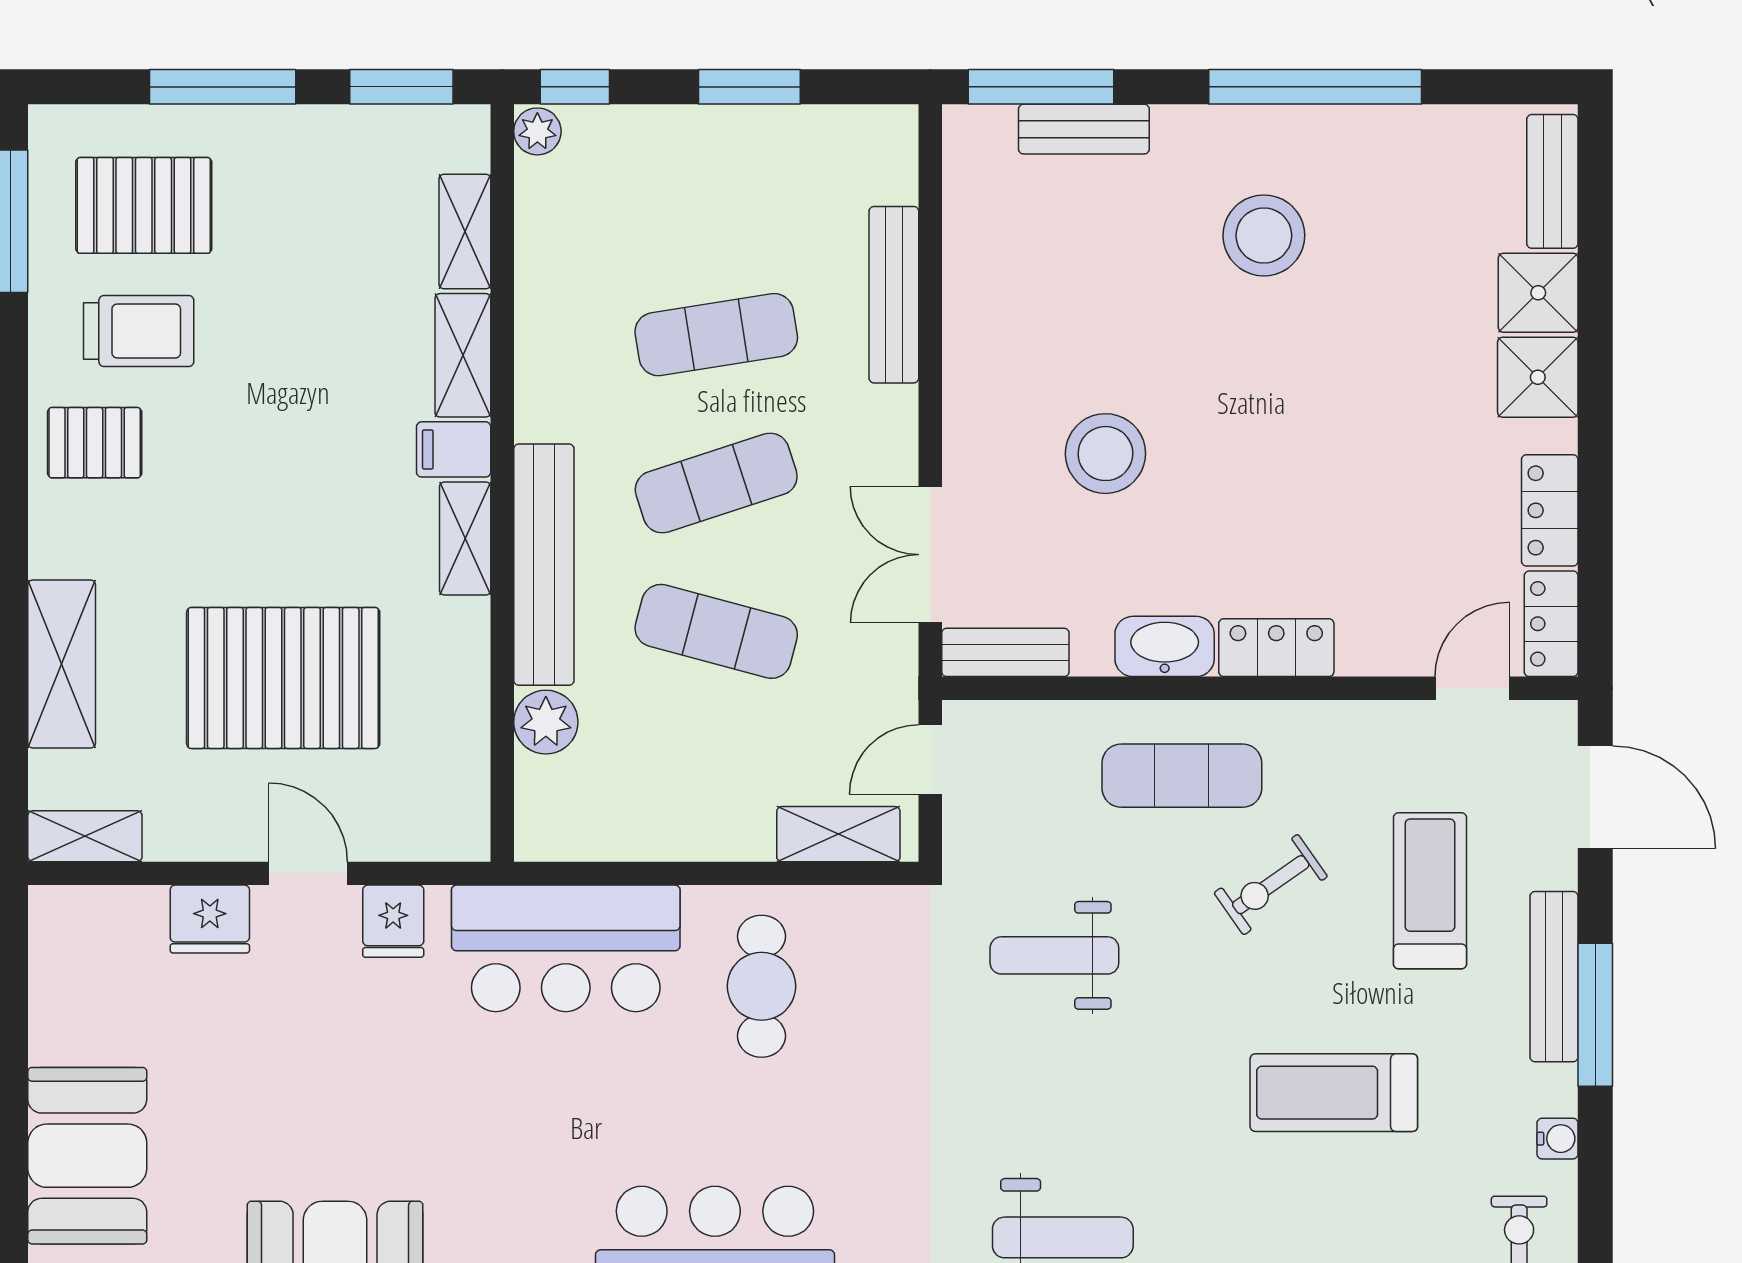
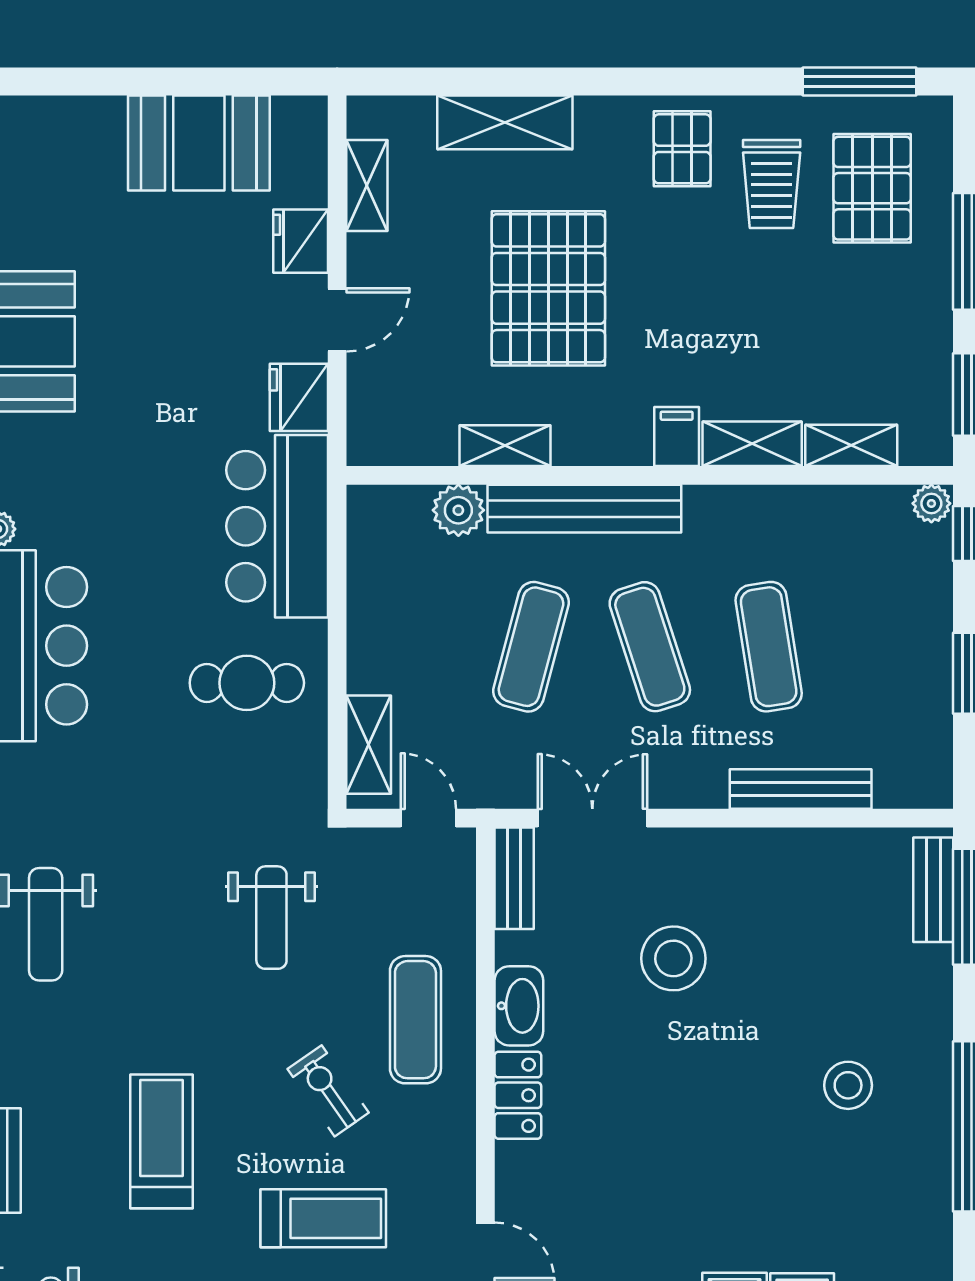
bench: (1084, 129) -> (933, 890), moved
stool: (1264, 235) -> (848, 1085), width x0.73, depth x0.73
shelving: (465, 539) -> (505, 446), moved
pallet: (283, 678) -> (548, 288), moved
shelving: (85, 836) -> (367, 186), moved
fridge: (393, 921) -> (299, 397), width x1.38
weight bench: (1054, 955) -> (271, 918), turned 180
booth: (87, 1156) -> (199, 143), moved

